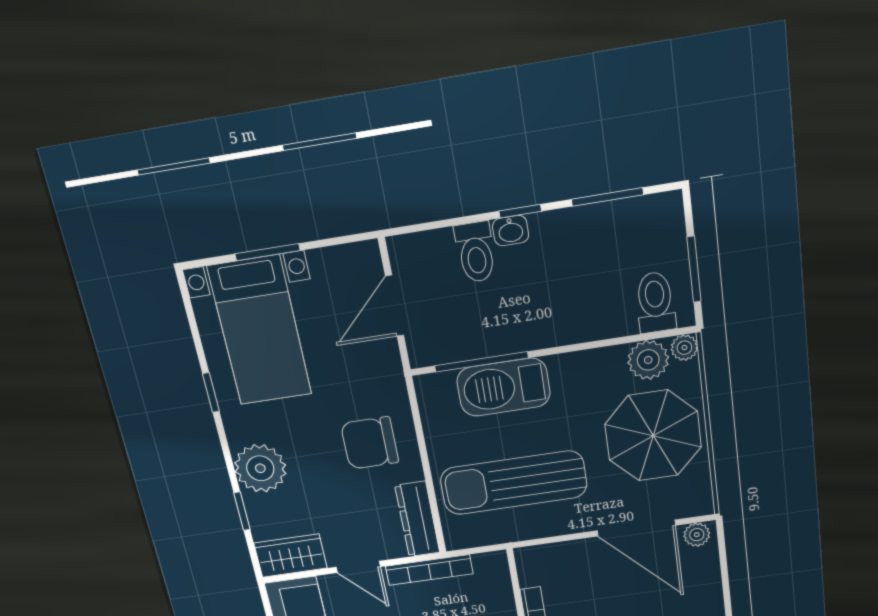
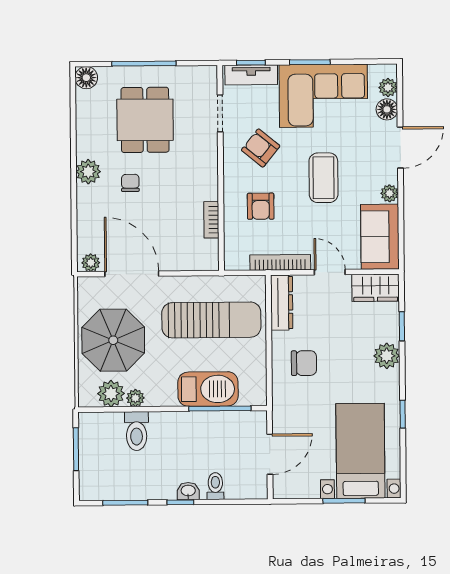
toilet: (476, 252) -> (215, 486), width x0.73, depth x0.72
toilet: (655, 302) -> (137, 431), moved
plant: (684, 348) -> (135, 398), moved
chair: (370, 443) -> (304, 363), width x0.73, depth x0.73
plant: (260, 468) -> (387, 356), width x0.73, depth x0.73

